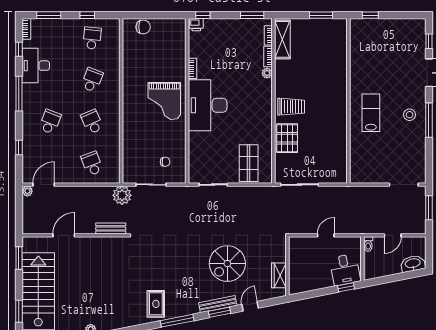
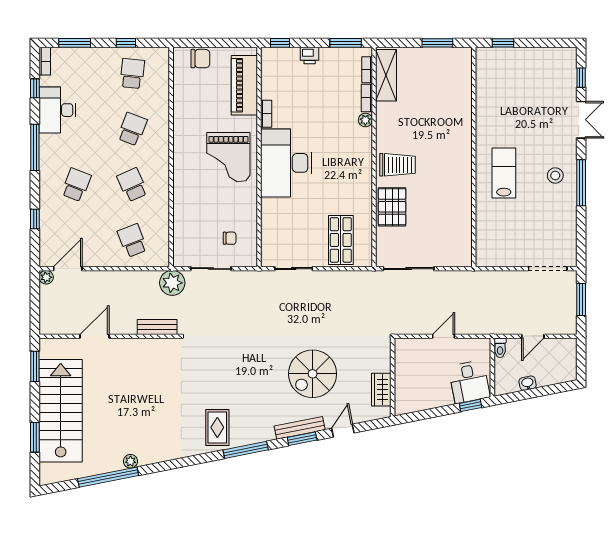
printer: (196, 25) -> (310, 55), moved
piano: (176, 47) -> (244, 85), added
washbasin: (413, 264) -> (528, 383), moved, width x0.52, depth x0.69

